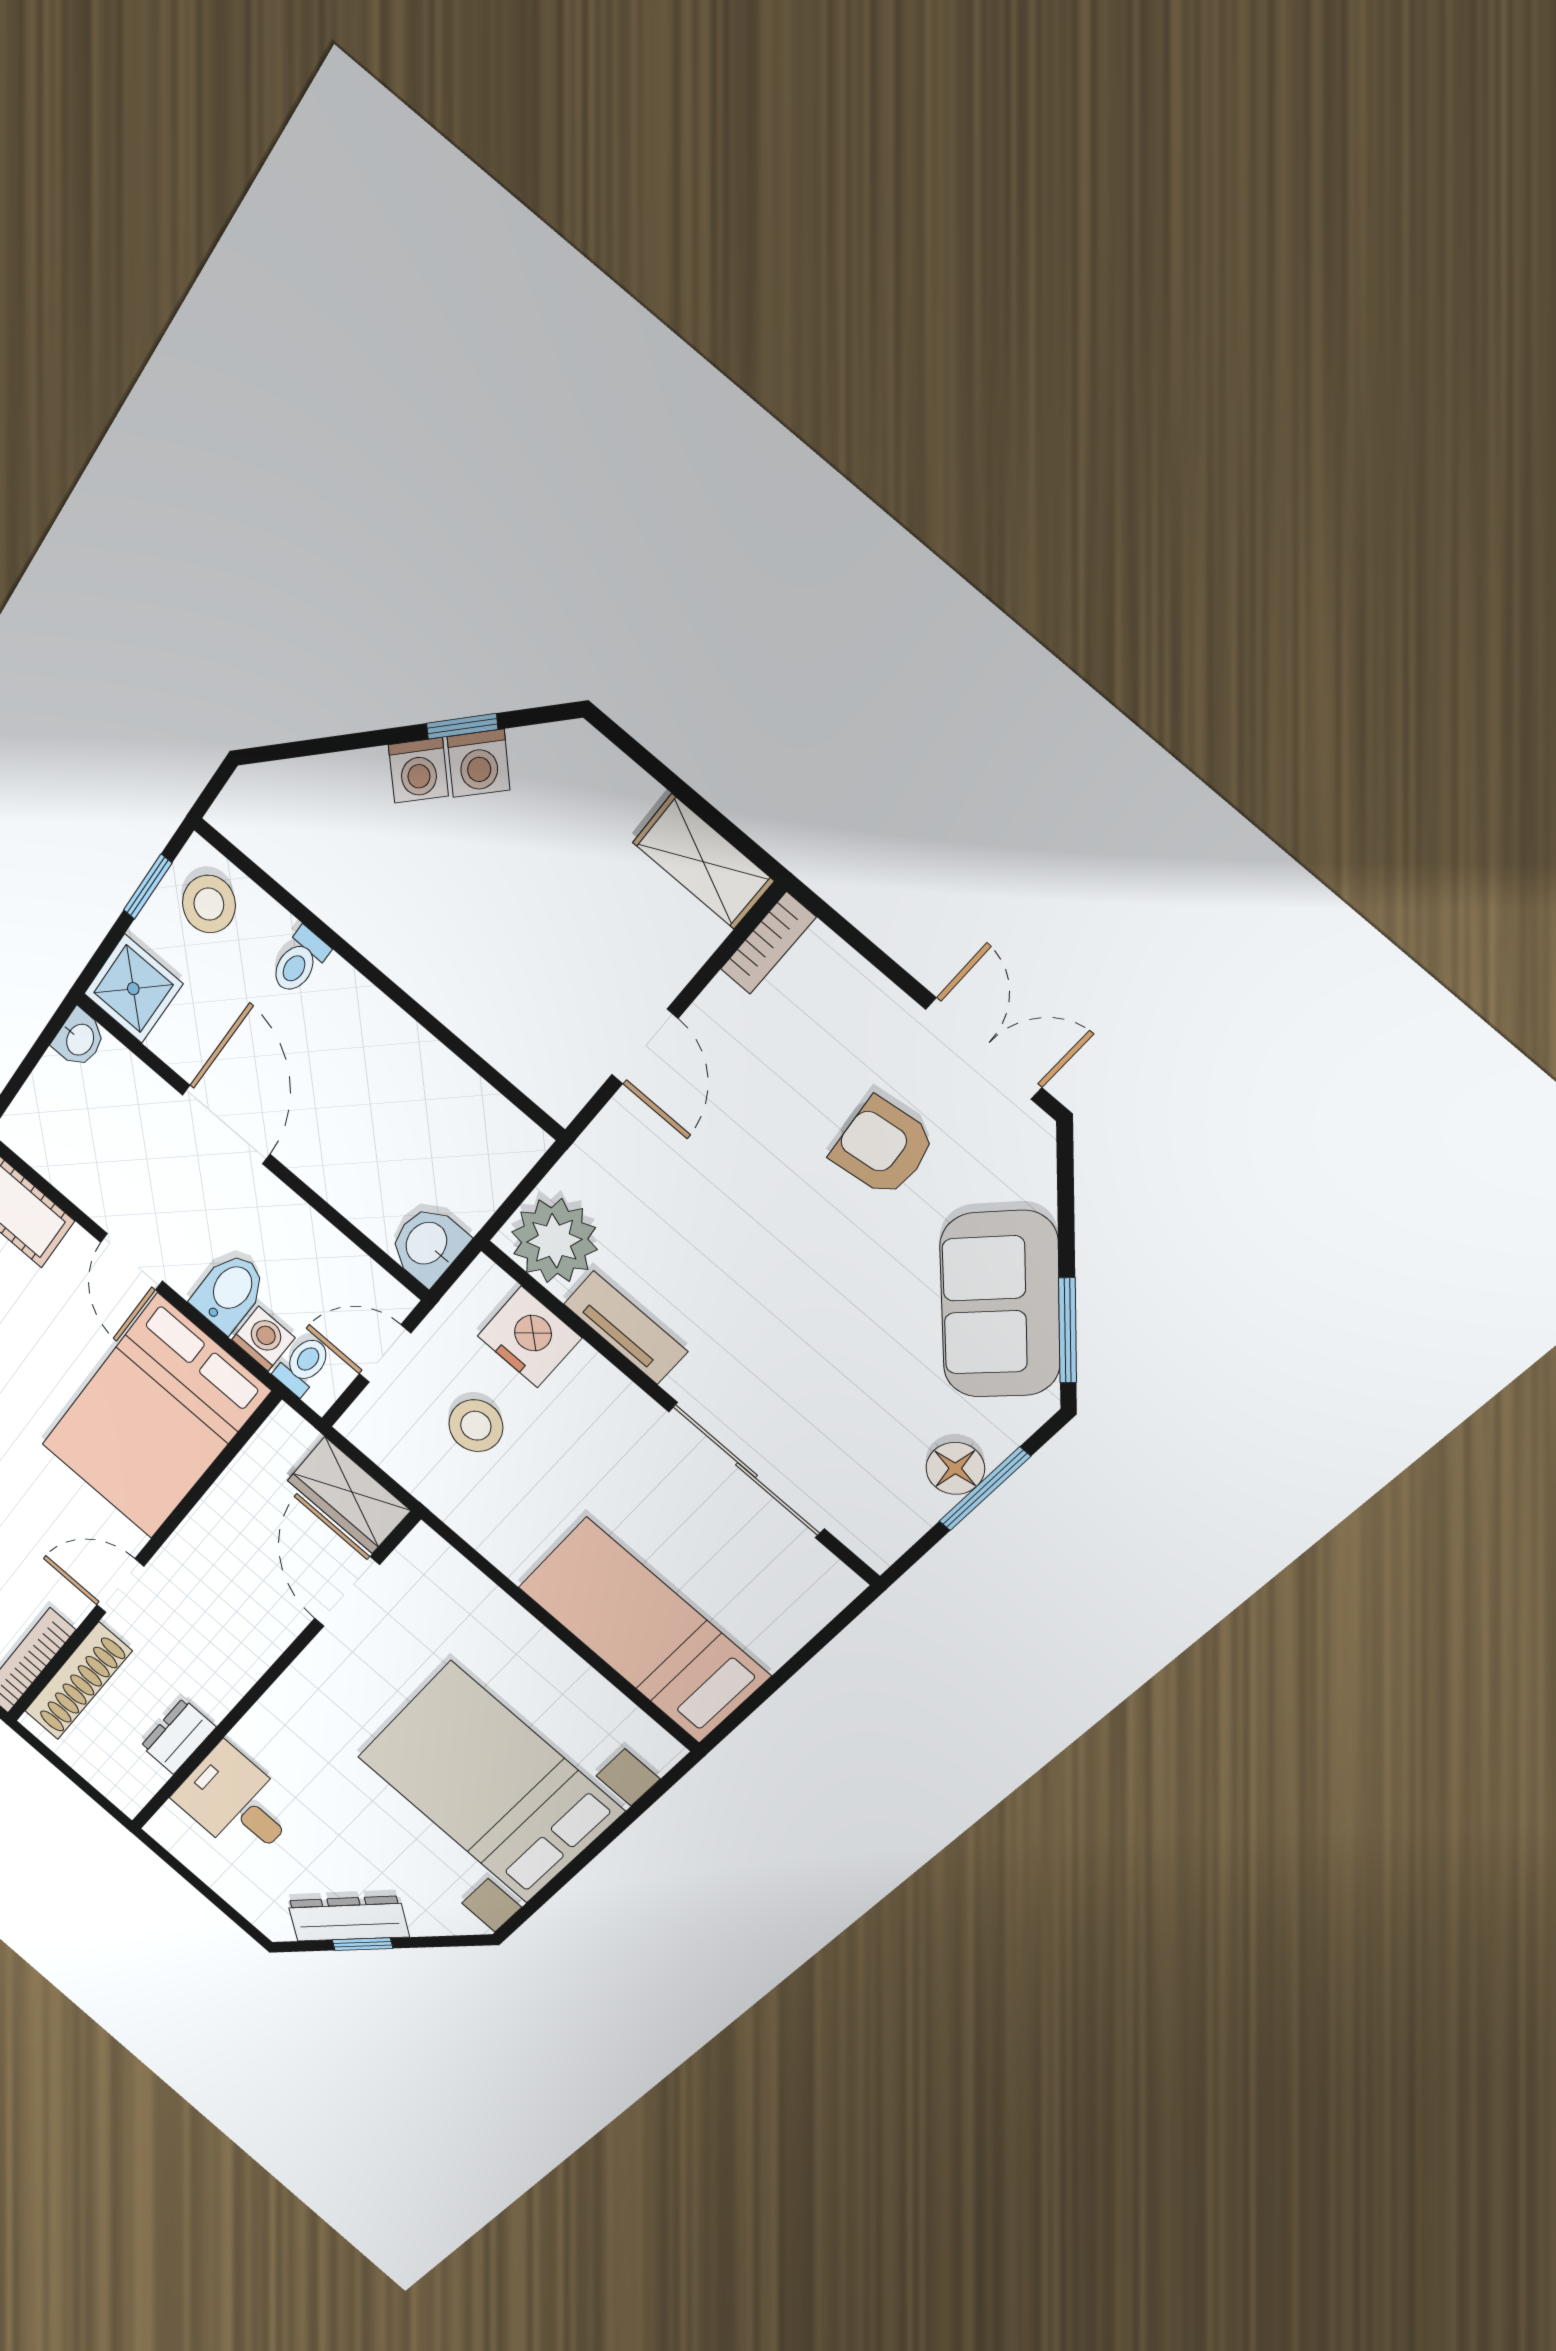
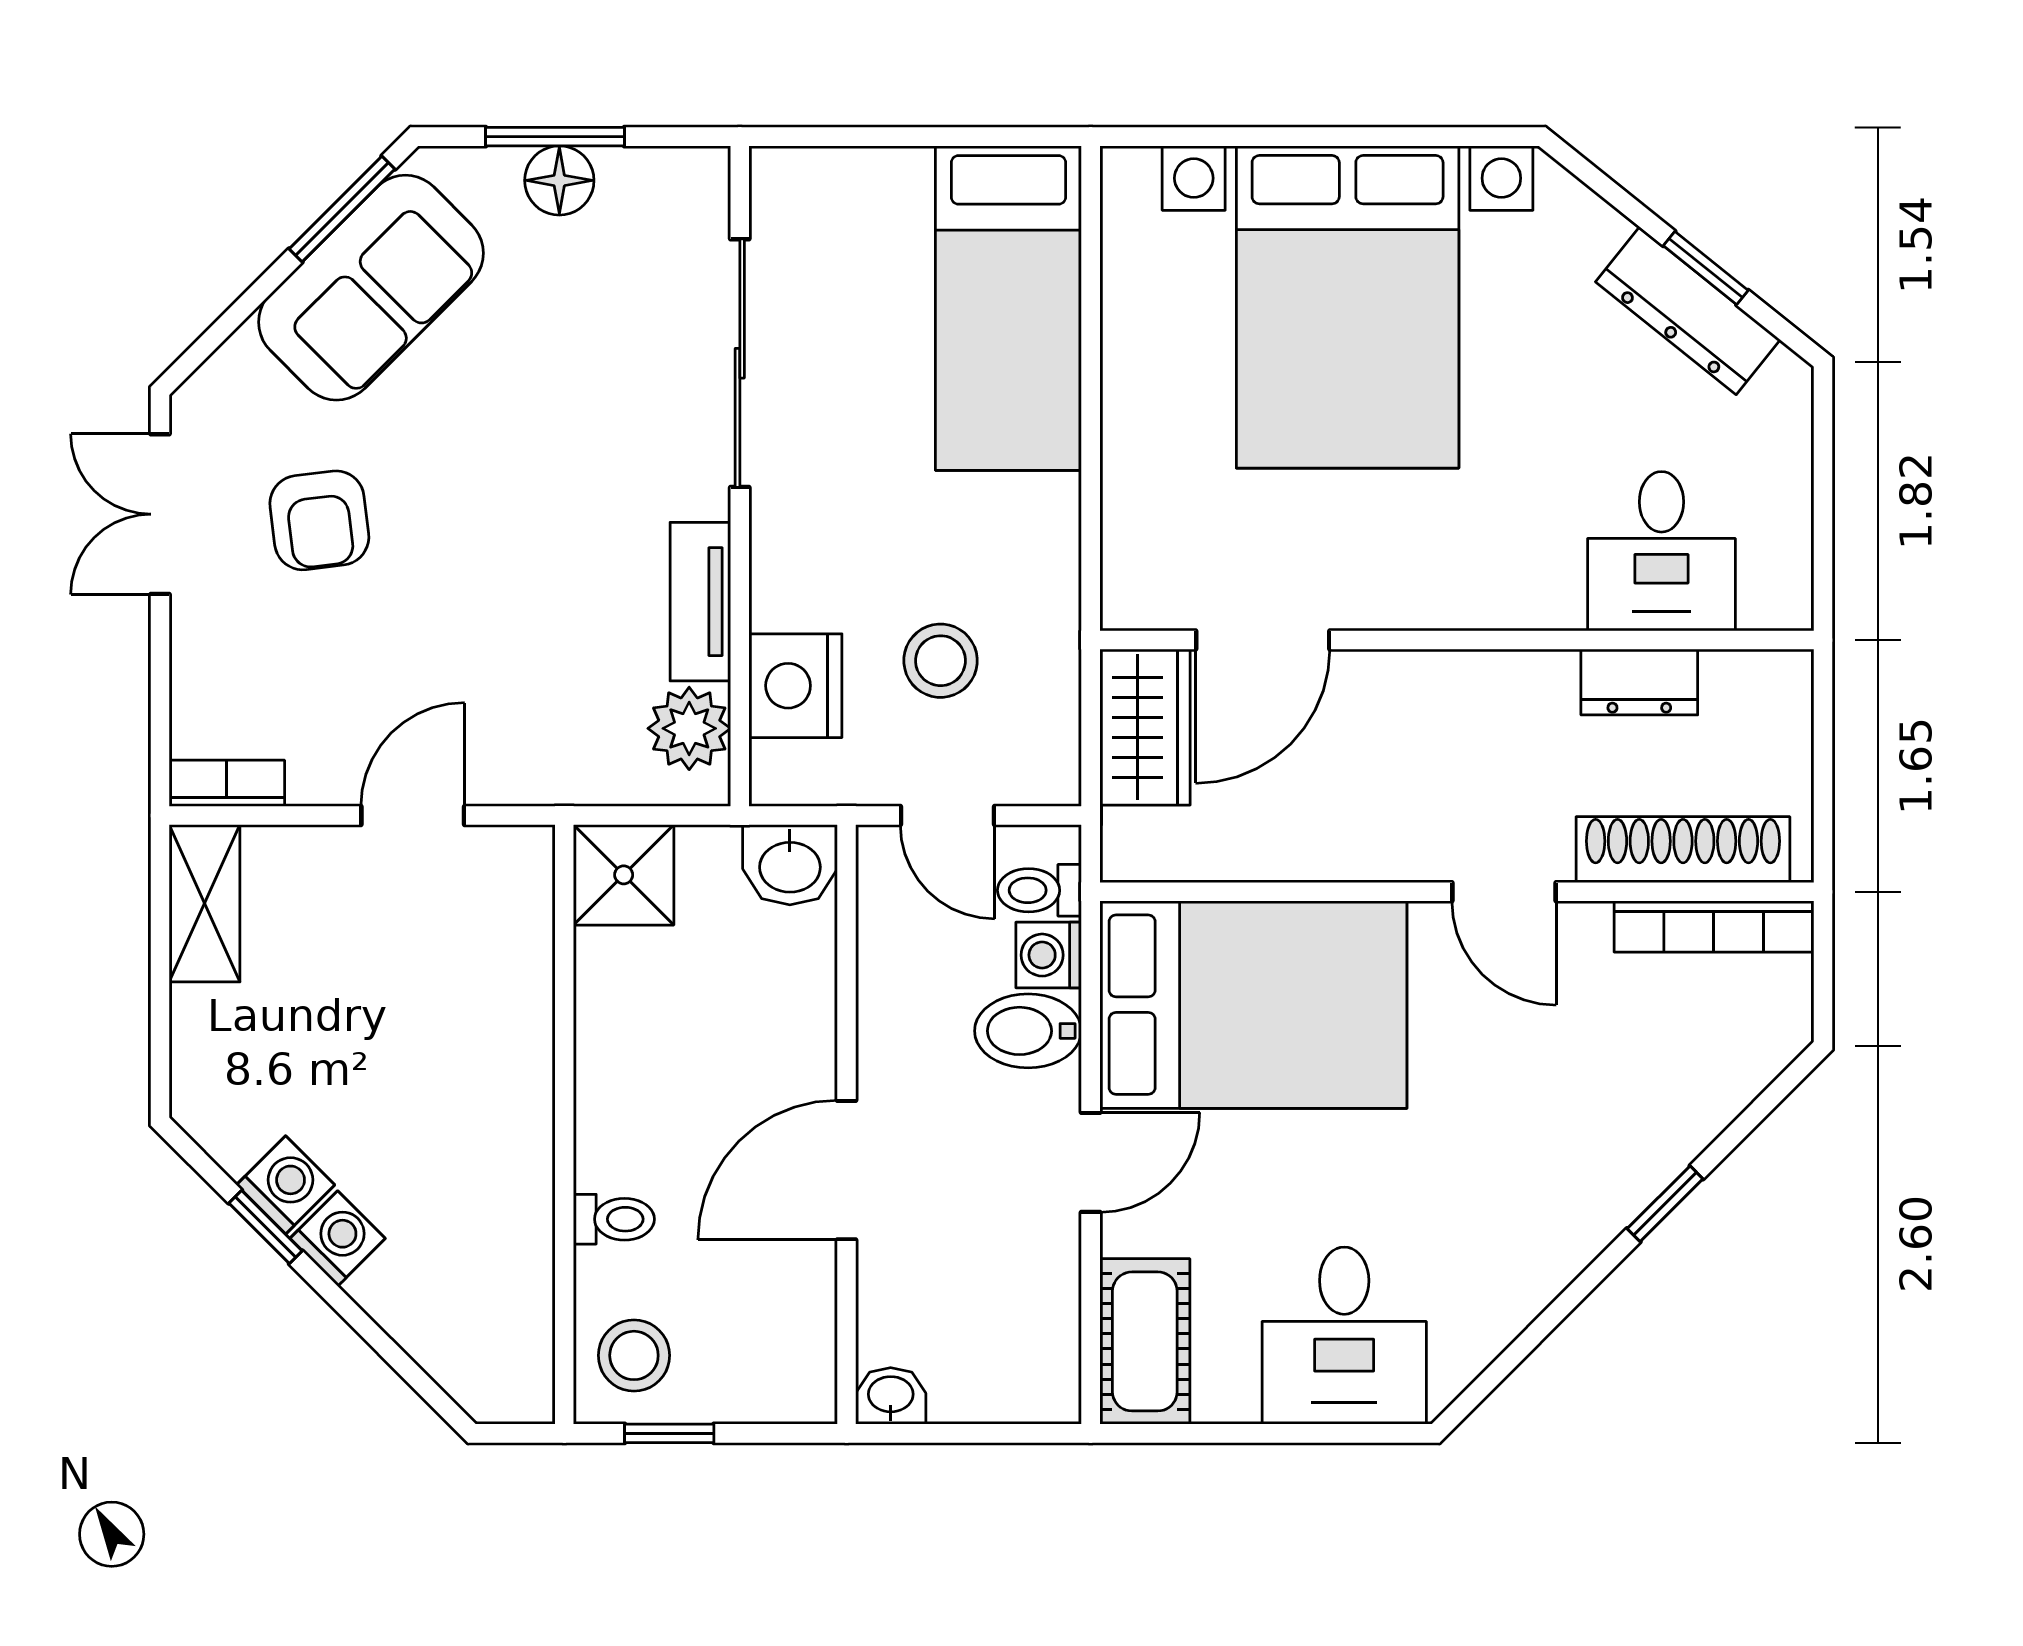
shower: (133, 989) -> (624, 875), moved
plant: (554, 1241) -> (689, 728), width x0.73, depth x0.73

